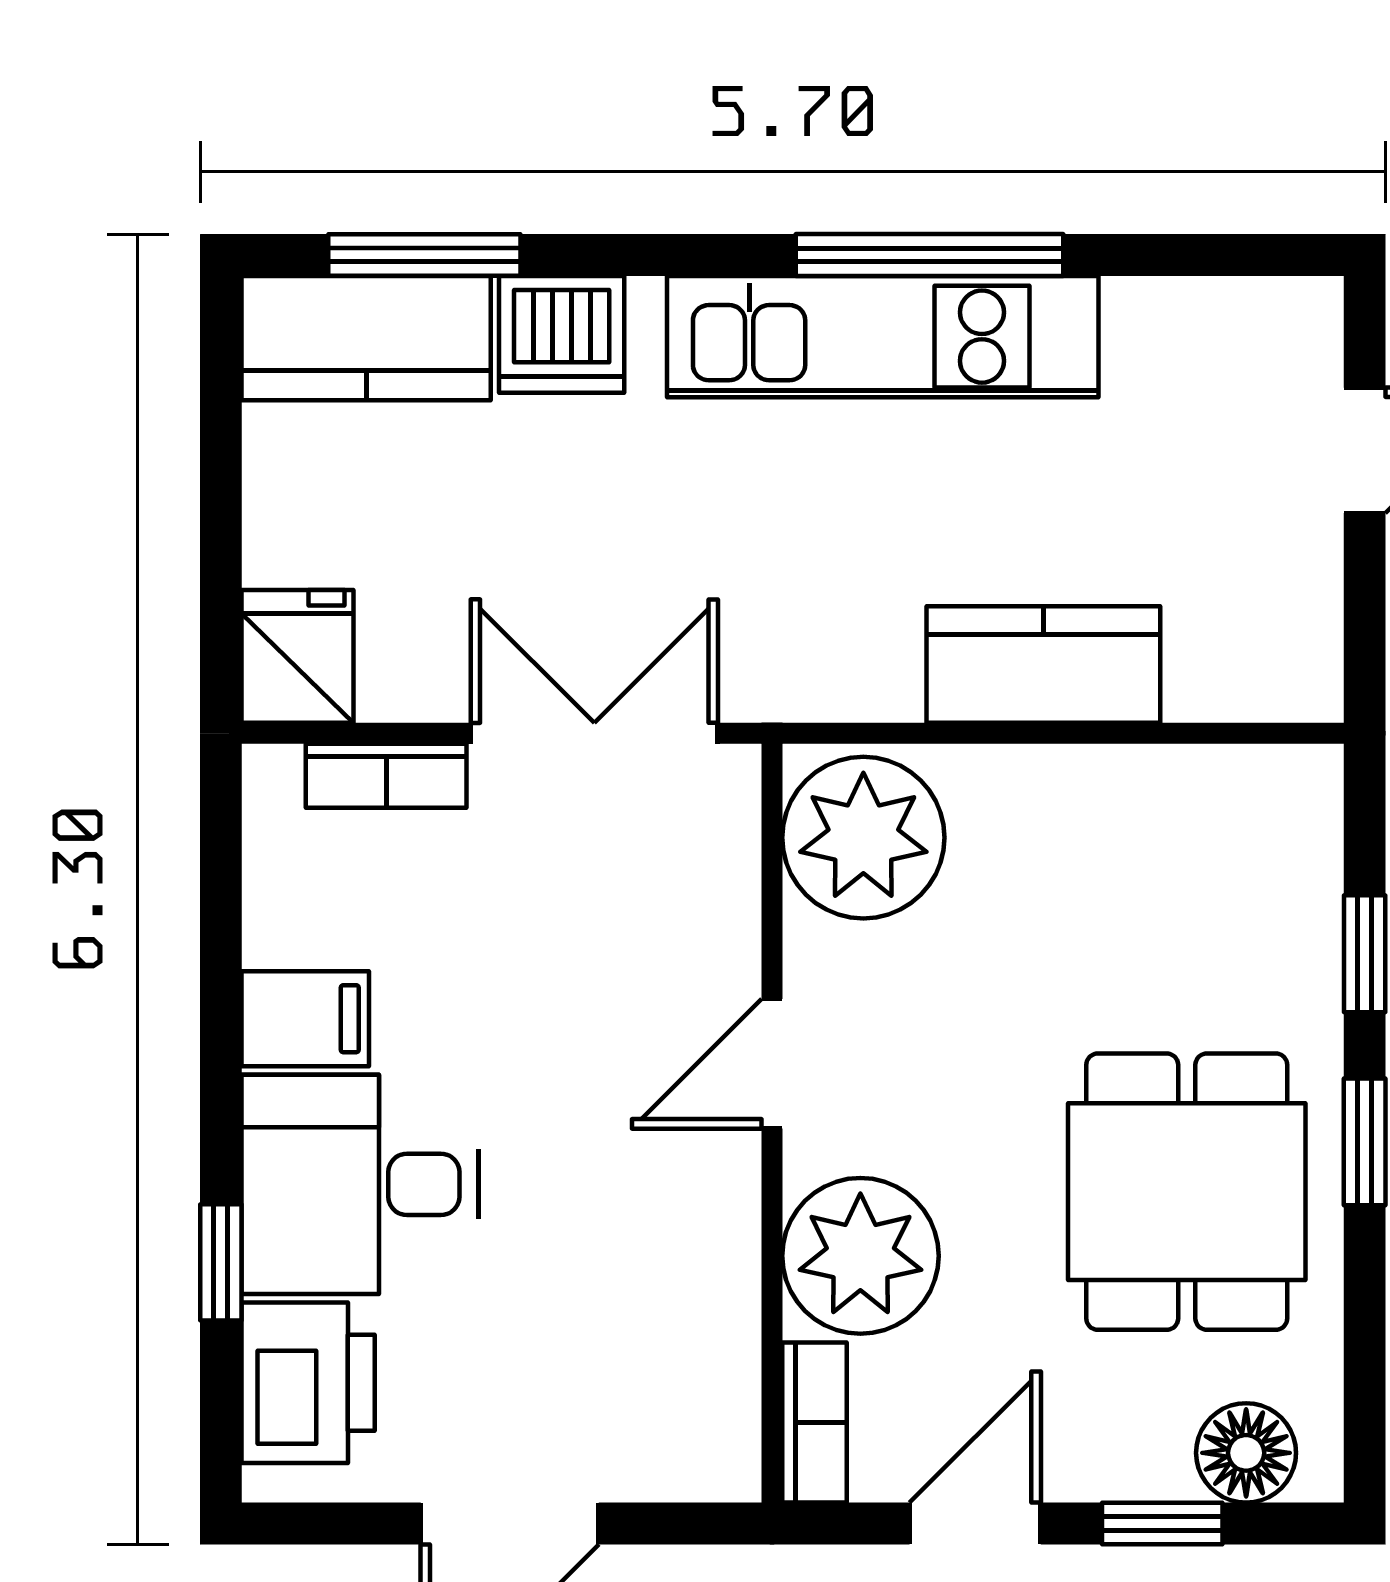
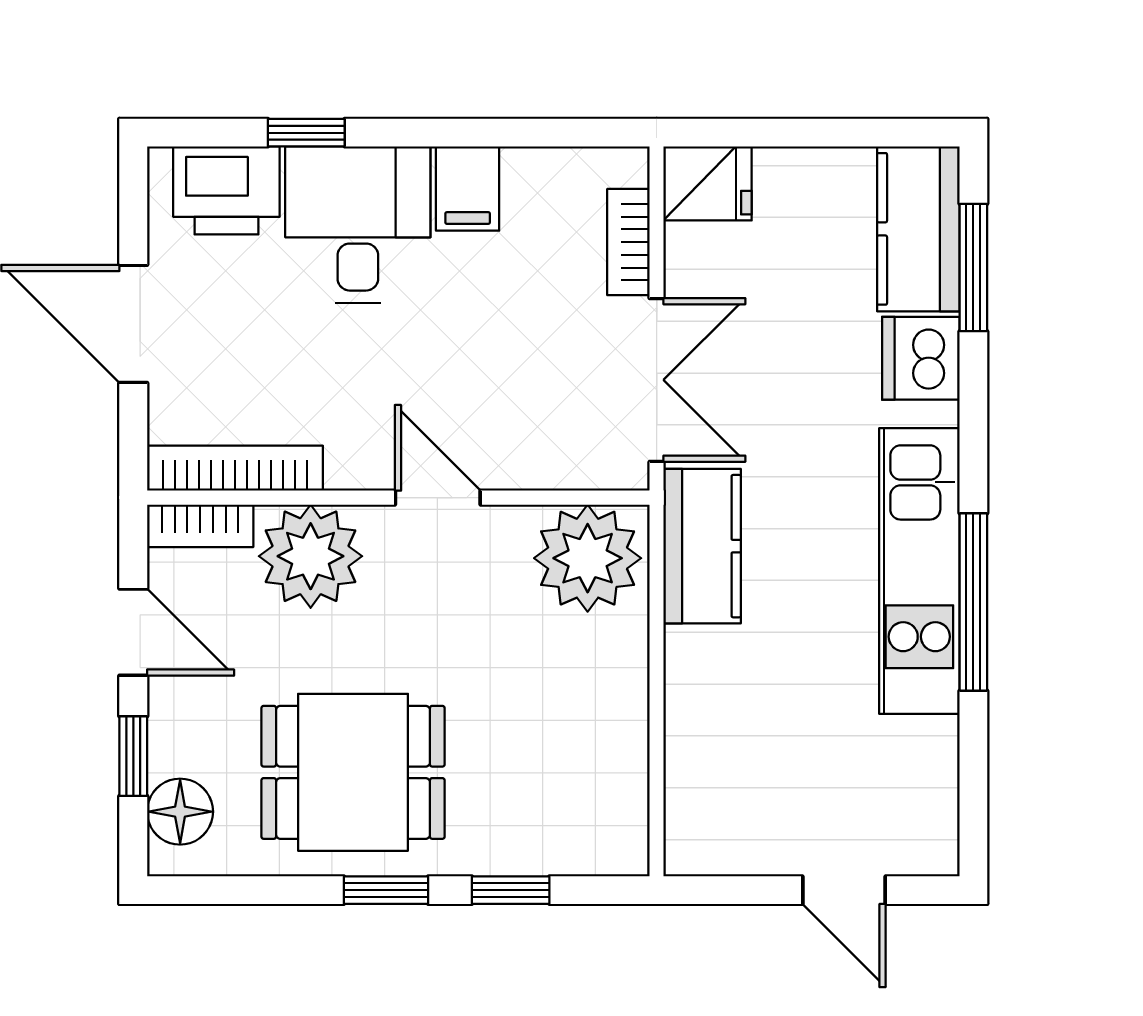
kitchen counter: (1043, 665) -> (702, 546), moved
bookcase: (728, 1370) -> (235, 468), added

